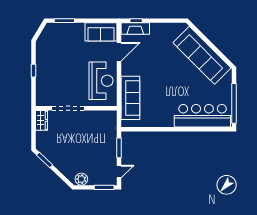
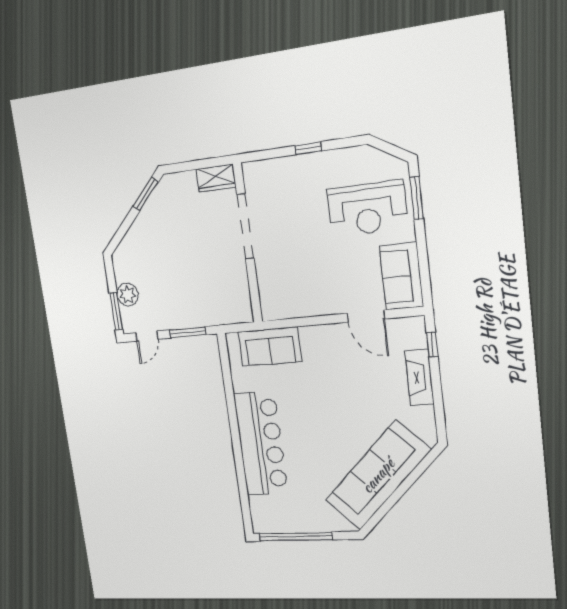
fireplace: (135, 29) -> (419, 377), moved
reception desk: (101, 81) -> (367, 209), moved
sofa: (130, 98) -> (270, 347), width x0.73
bar counter: (202, 116) -> (261, 444), moved
door: (119, 172) -> (147, 336), hinge flipped
plant: (81, 179) -> (128, 295), moved

